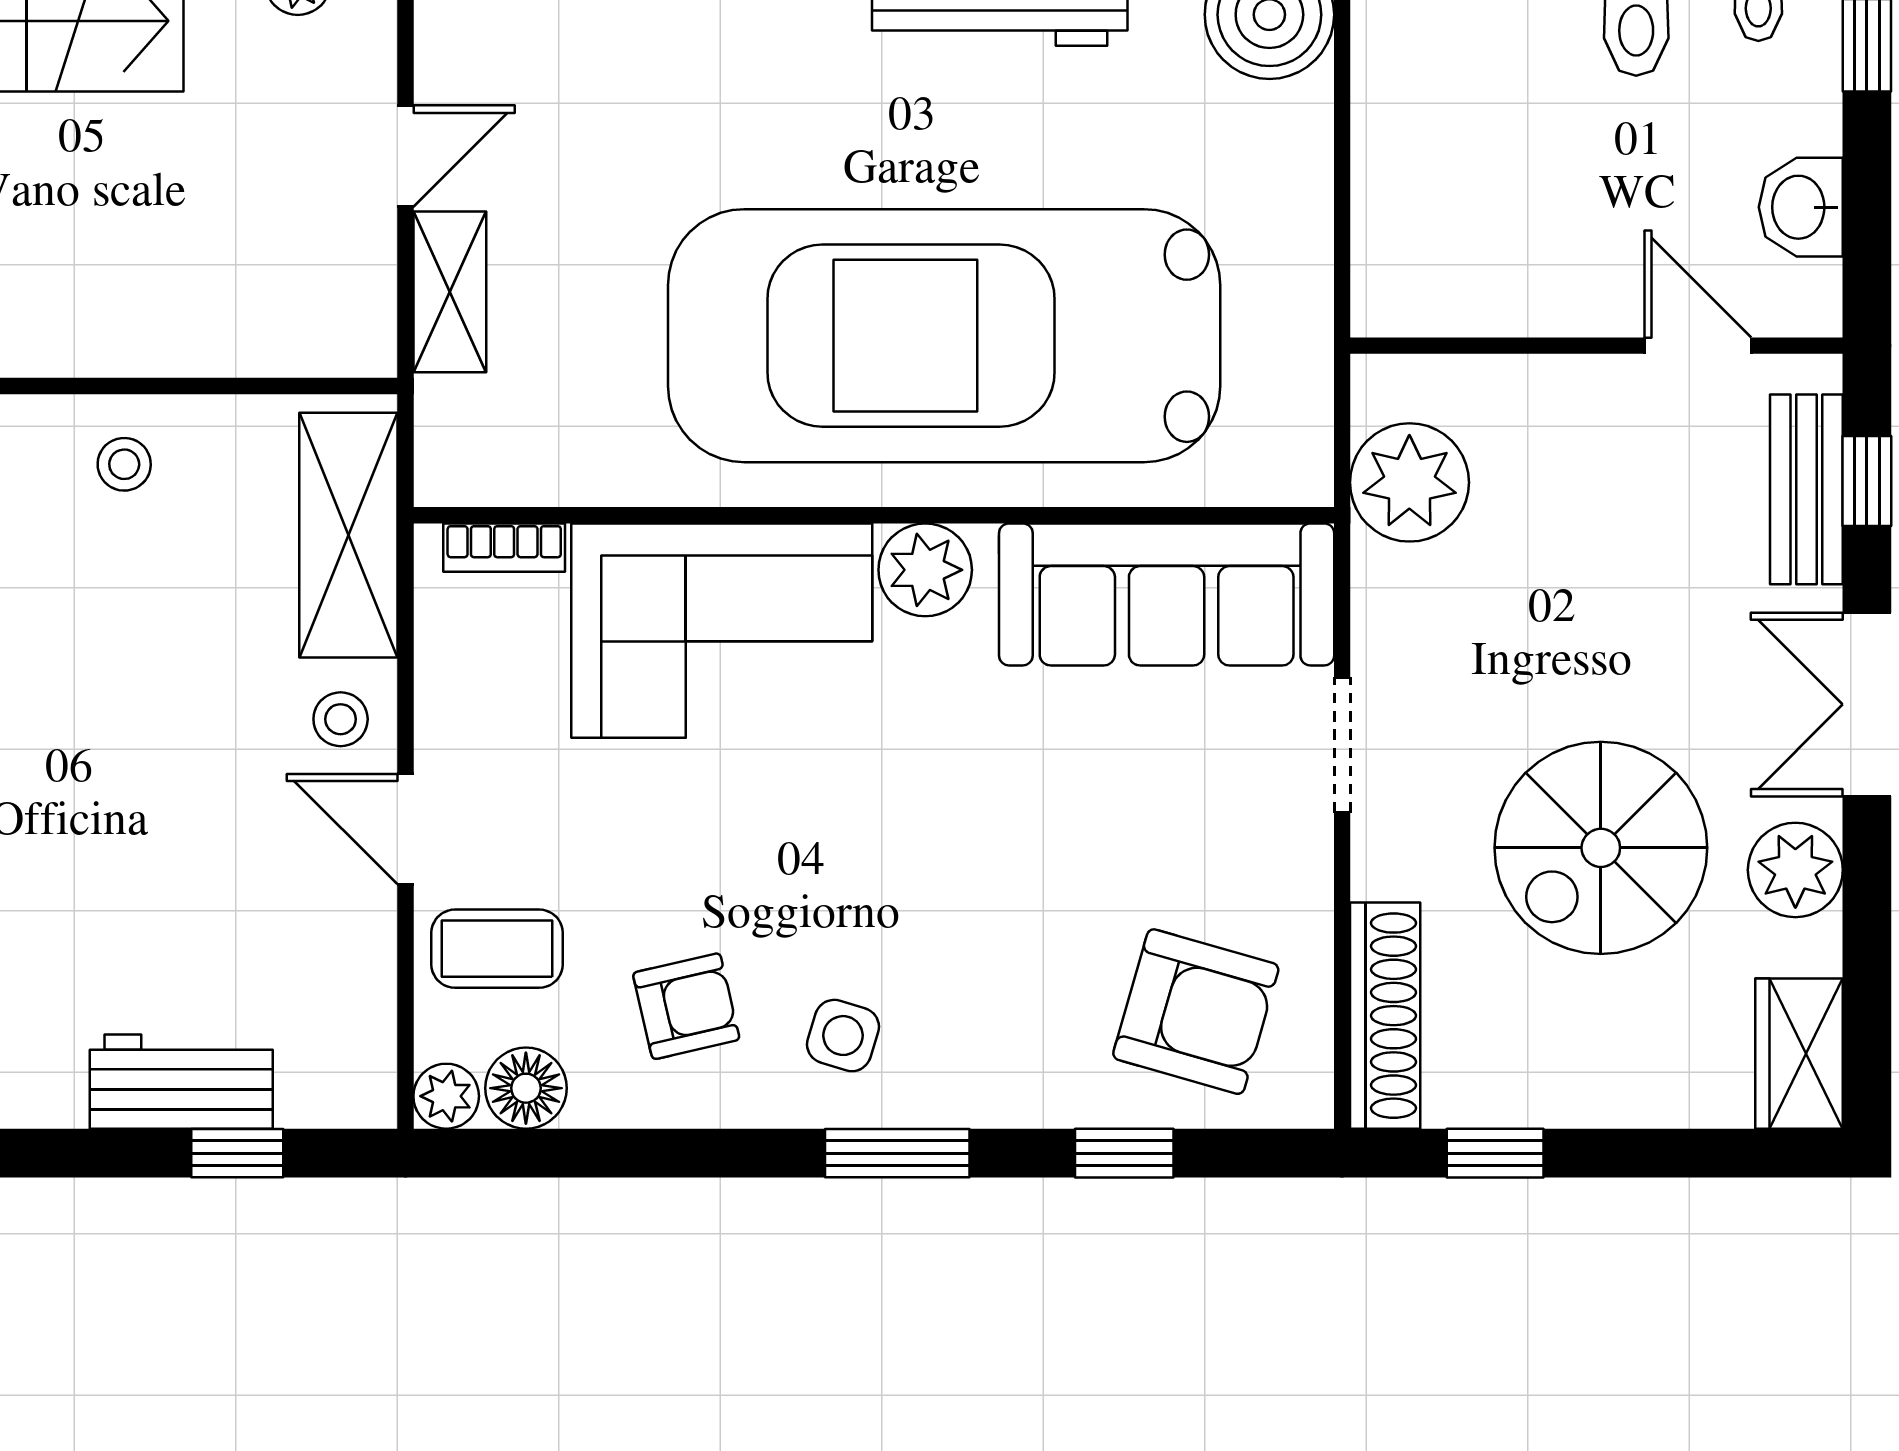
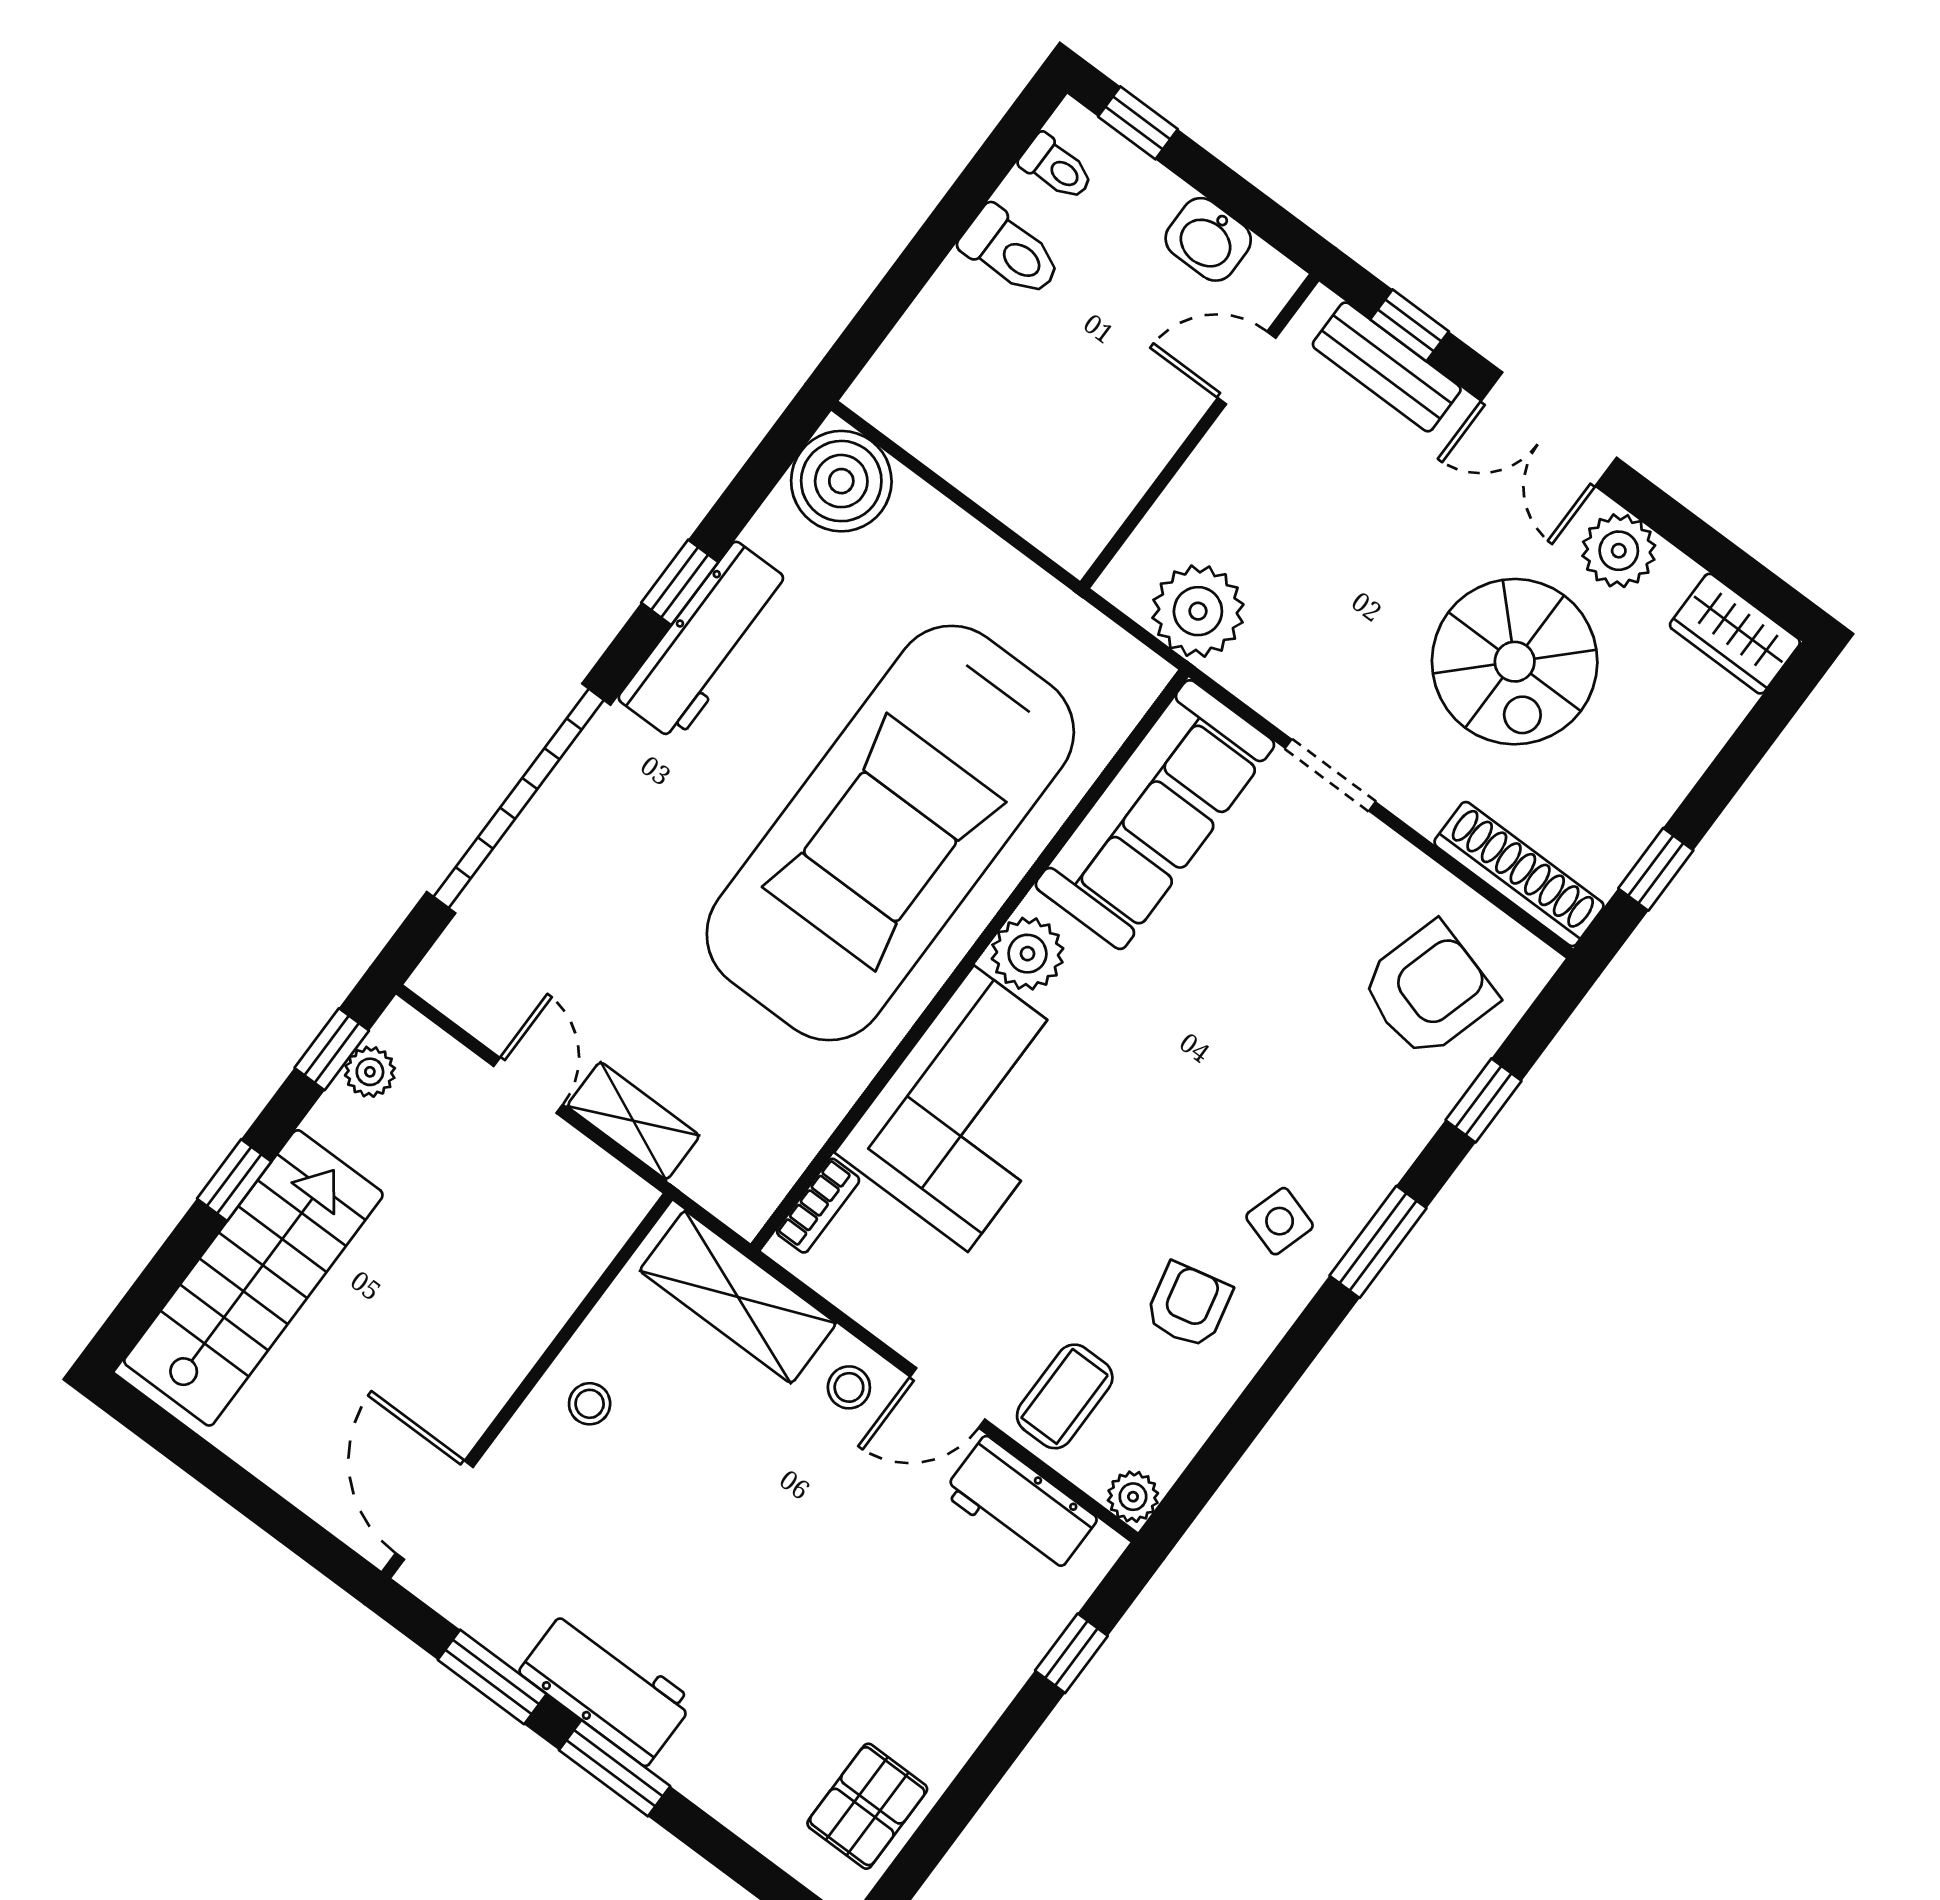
workbench: (181, 1082) -> (1020, 1506), moved, turned -90
floor lamp: (526, 1088) -> (1165, 1443), removed

